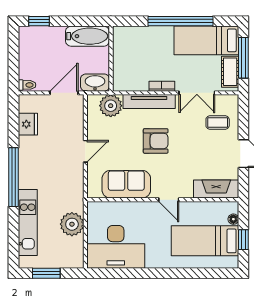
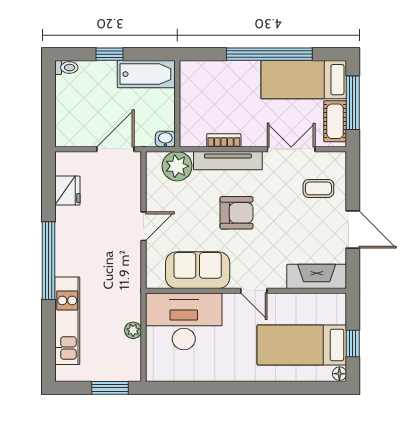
window: (39, 21) -> (110, 54), moved
washbasin: (95, 83) -> (165, 139), width x0.52, depth x0.69
toilet: (27, 85) -> (66, 68), moved
bookcase: (162, 86) -> (224, 140), moved
double door: (197, 93) -> (291, 149), swing flipped
floor lamp: (233, 219) -> (339, 374), moved
plant: (72, 224) -> (133, 330), width x0.53, depth x0.53
desk: (116, 247) -> (184, 321), moved, turned 180
window: (46, 273) -> (110, 388), moved

